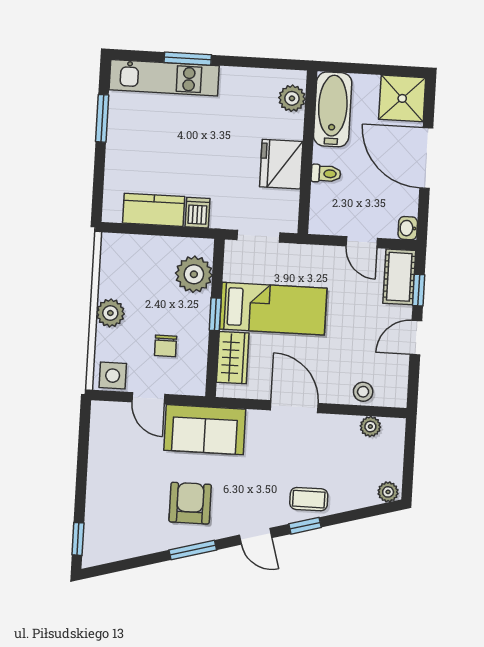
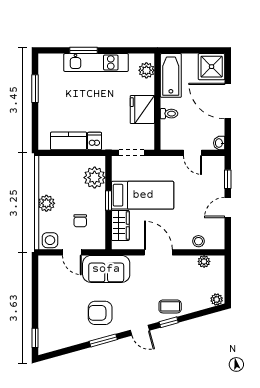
kitchen unit: (164, 78) -> (96, 63), moved
cot: (399, 277) -> (216, 172), removed
armchair: (190, 503) -> (100, 313), turned -90

